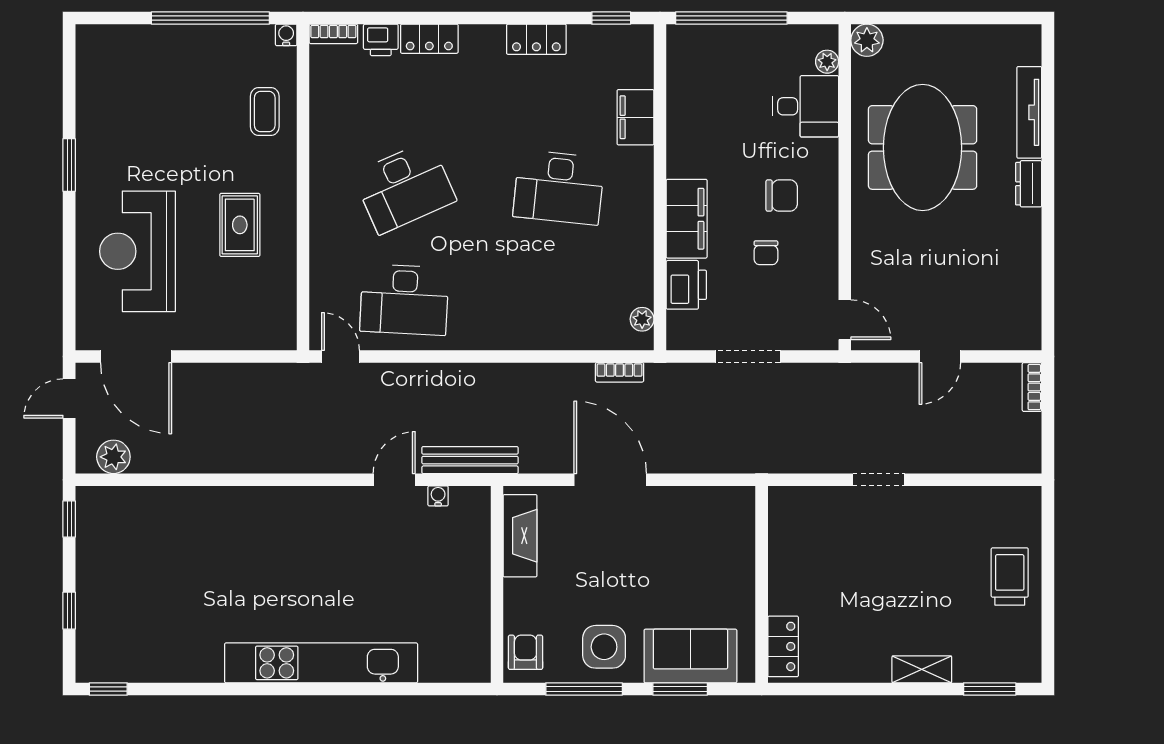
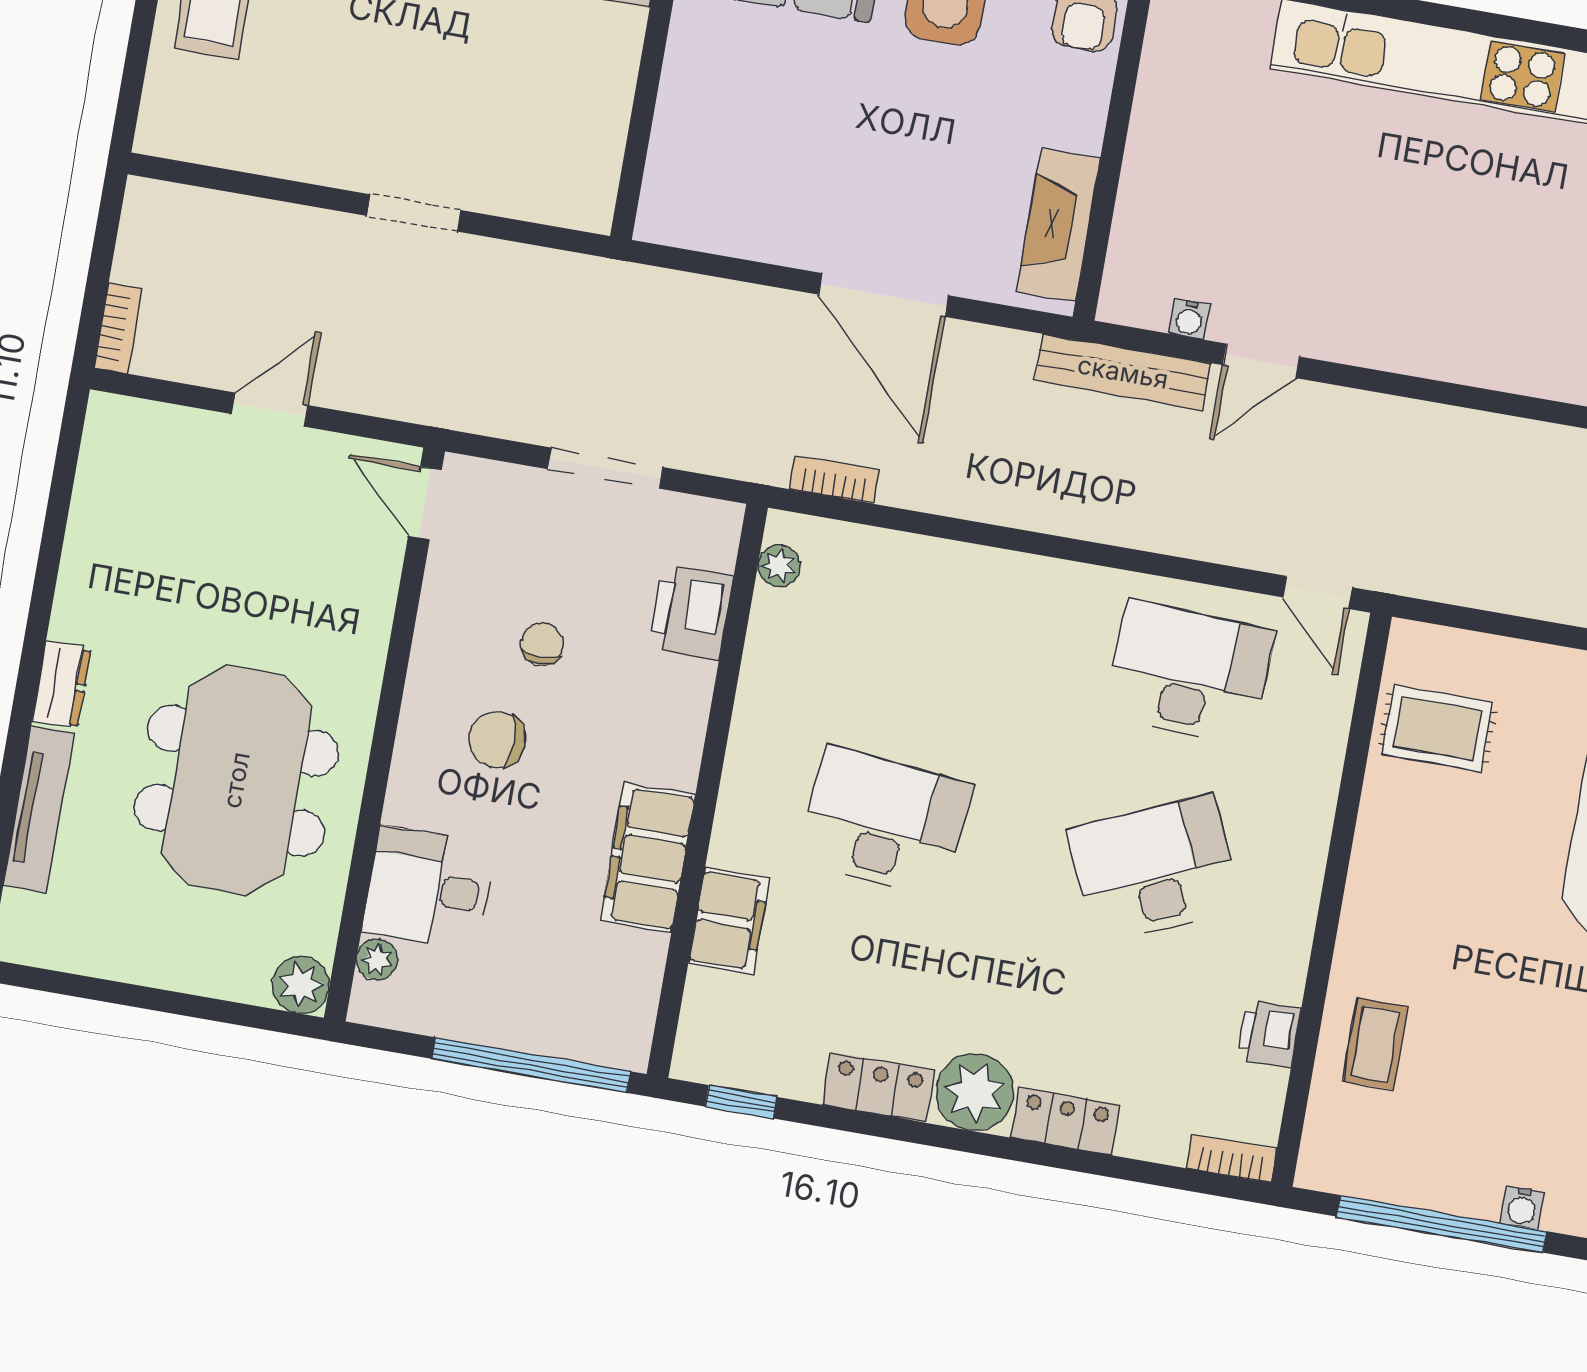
water cooler: (286, 35) -> (1522, 1208), moved
printer: (381, 40) -> (1269, 1034), moved, turned -90
plant: (482, 46) -> (975, 1092), added
filing cabinet: (687, 219) -> (648, 858), moved
rug: (240, 225) -> (1438, 728), moved, turned 90

